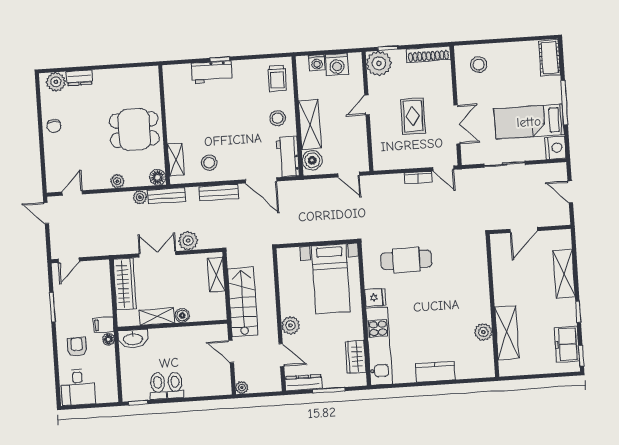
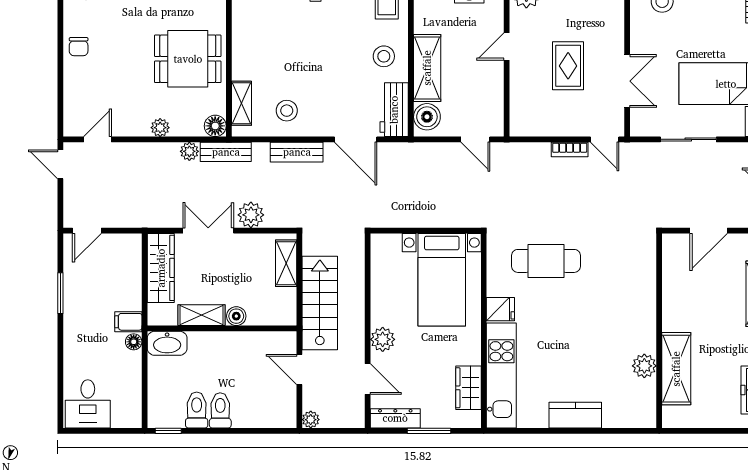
armchair: (77, 347) -> (90, 349), removed

